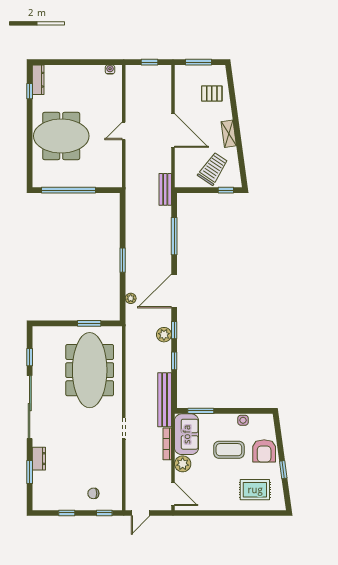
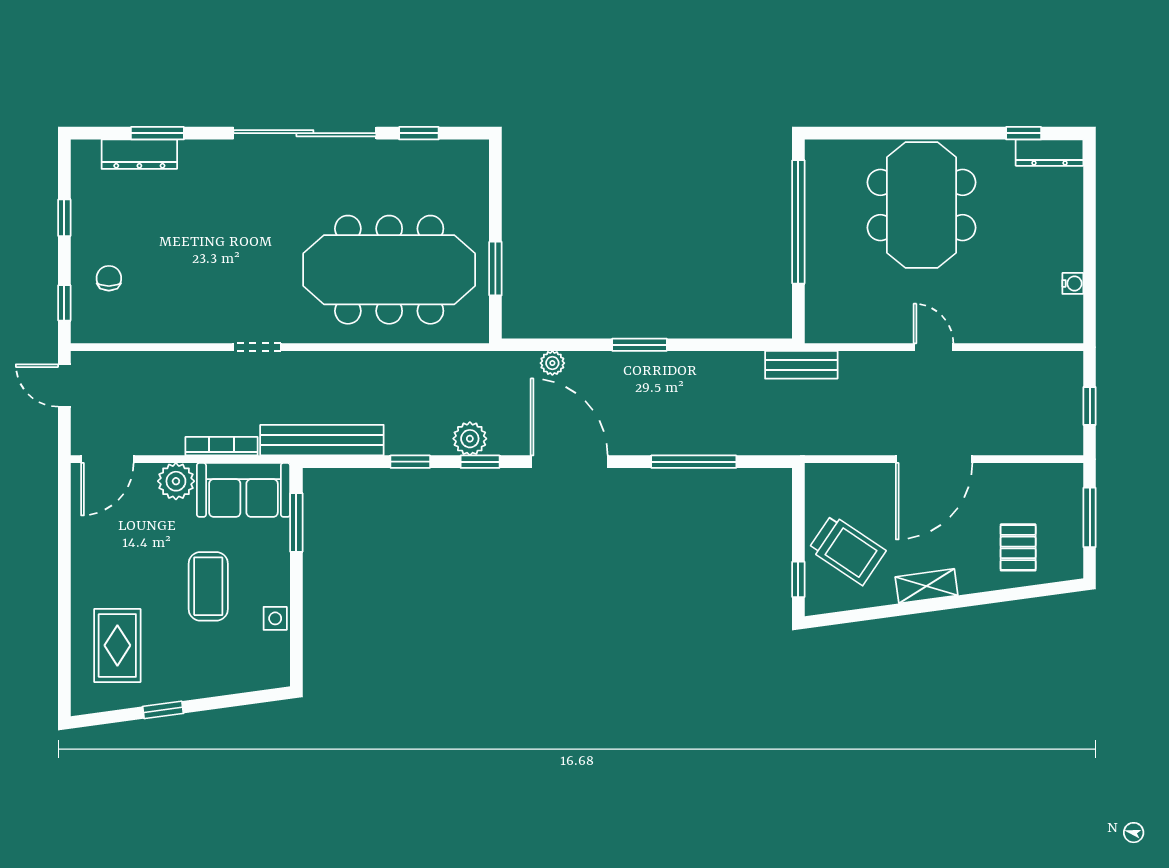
water cooler: (110, 69) -> (1073, 283), moved
bench: (165, 189) -> (801, 365), moved
armchair: (264, 451) -> (206, 666), removed
dresser: (39, 459) -> (139, 154), moved, width x1.44

